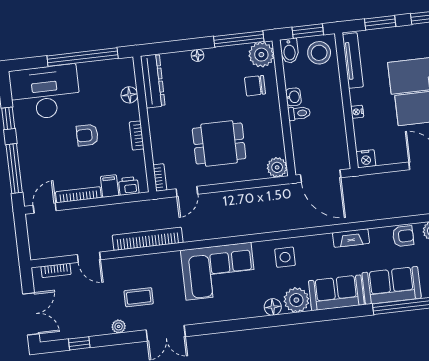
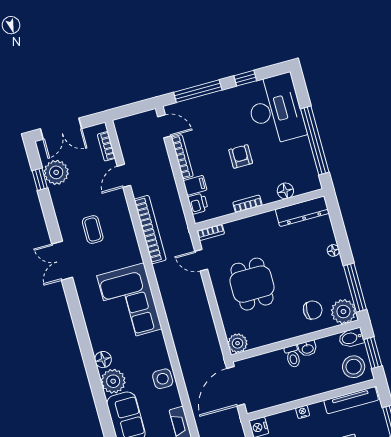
chair: (255, 86) -> (313, 310), turned 90
side table: (285, 257) -> (163, 379), moved
plant: (119, 326) -> (56, 172), moved, width x1.88, depth x1.88

